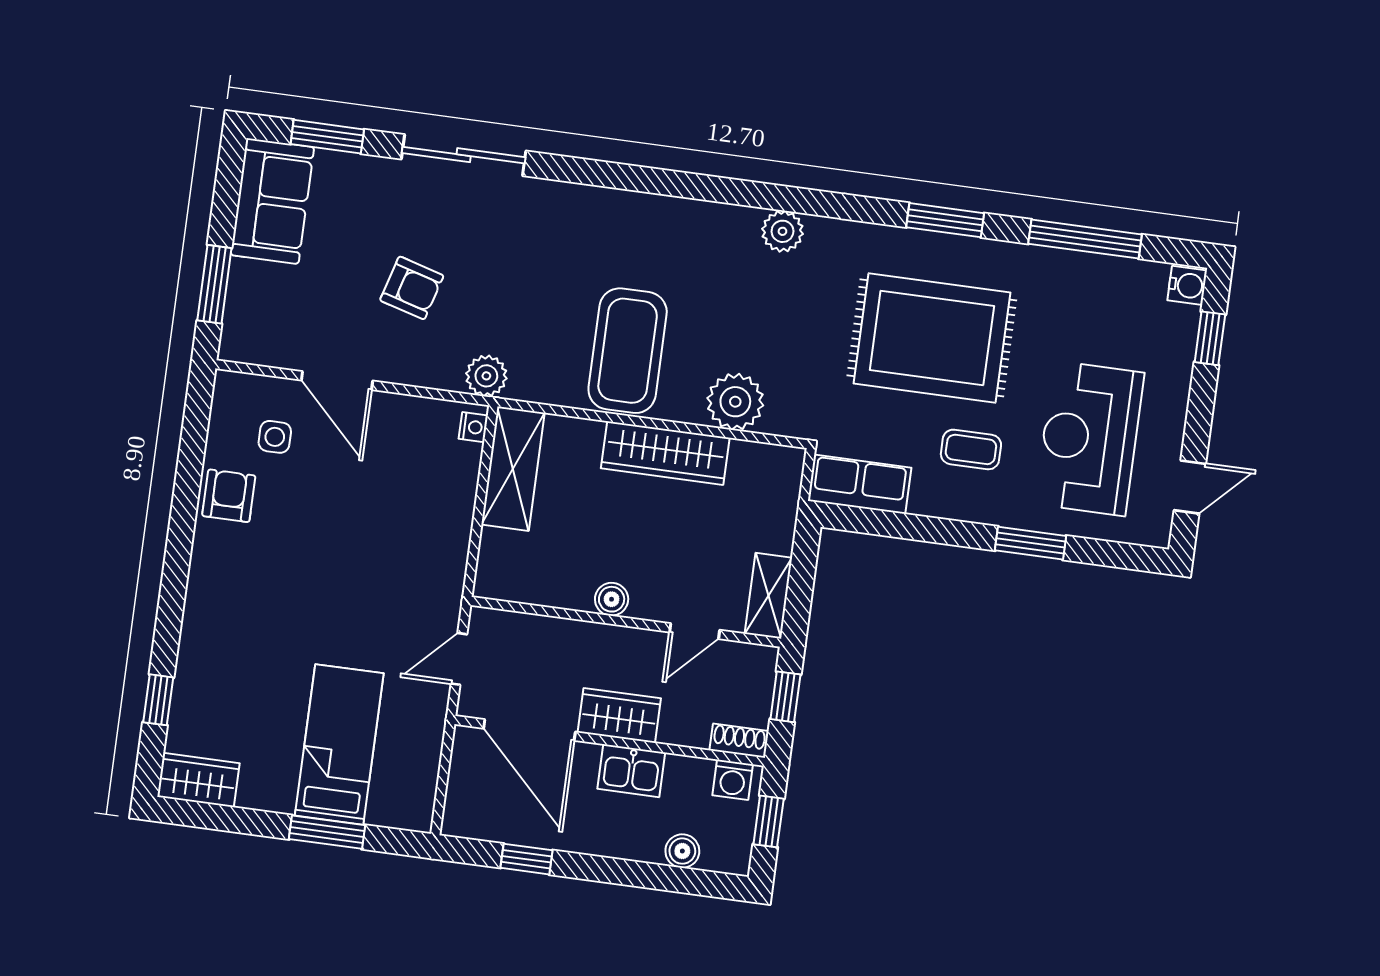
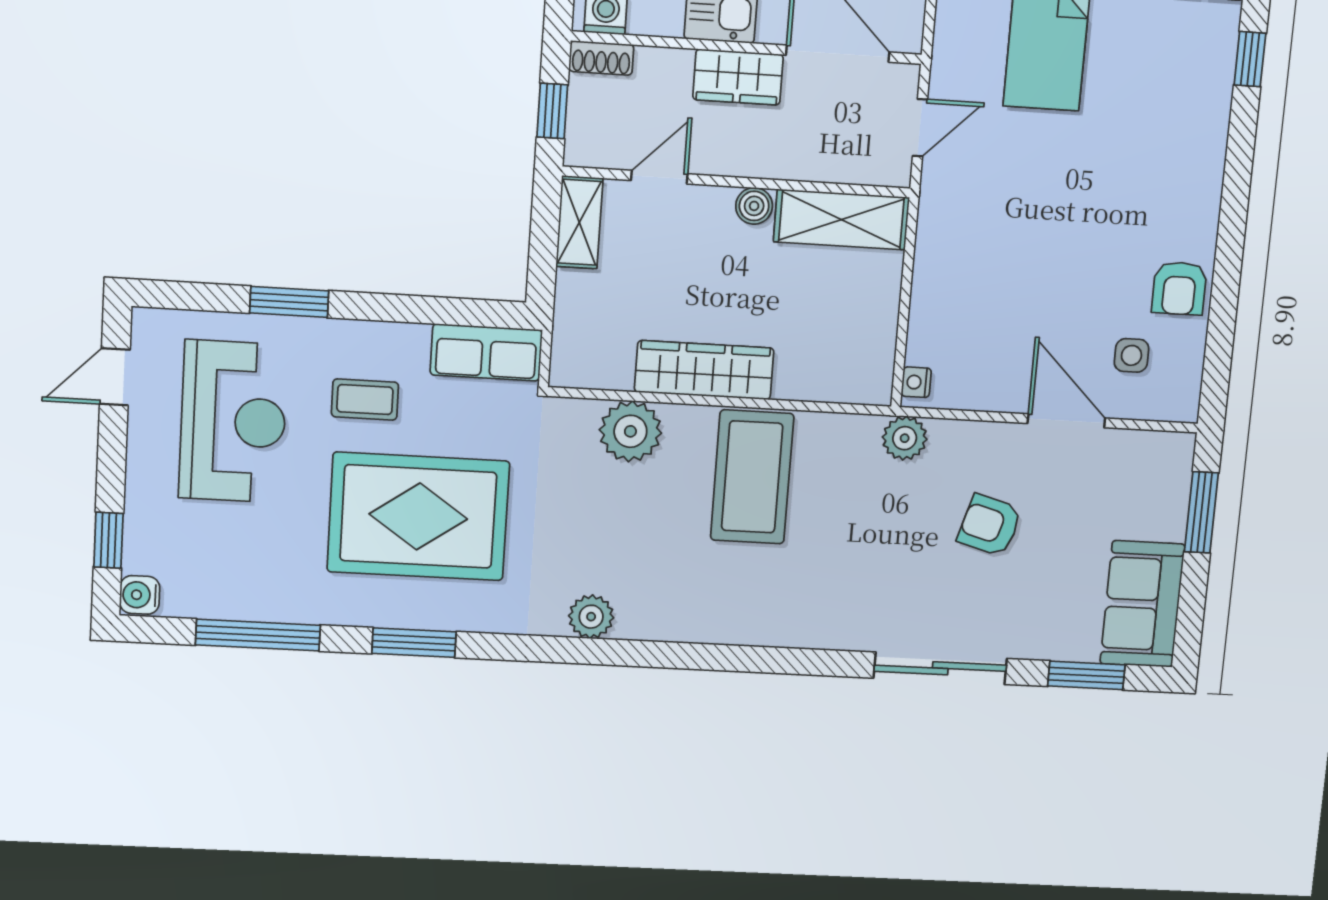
shelving: (513, 469) -> (841, 220), moved, turned 90

